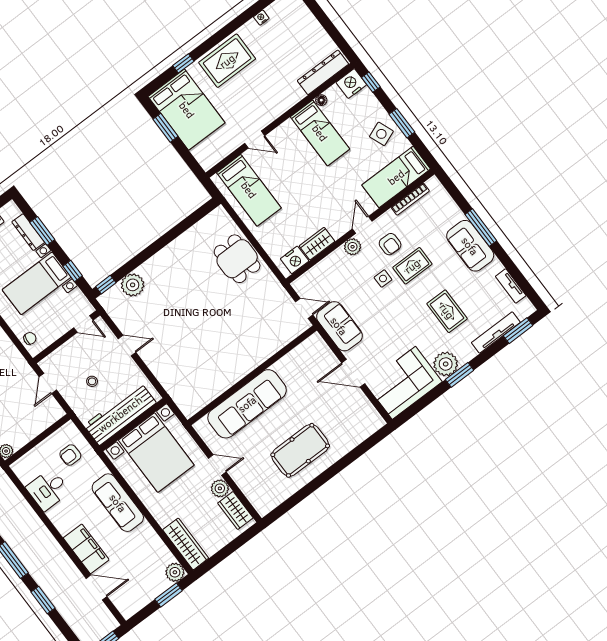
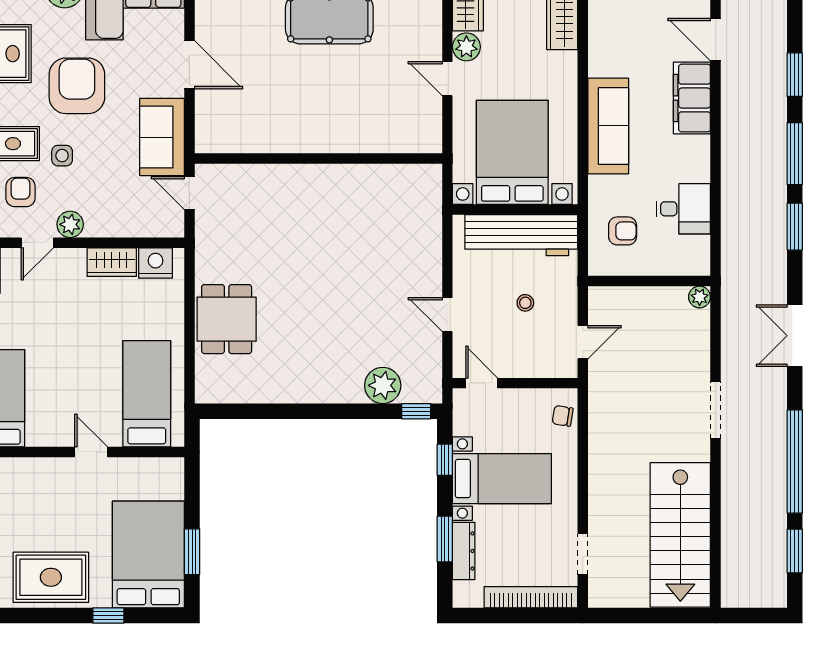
armchair: (402, 320) -> (77, 86), added
sofa: (247, 404) -> (352, 127), removed

